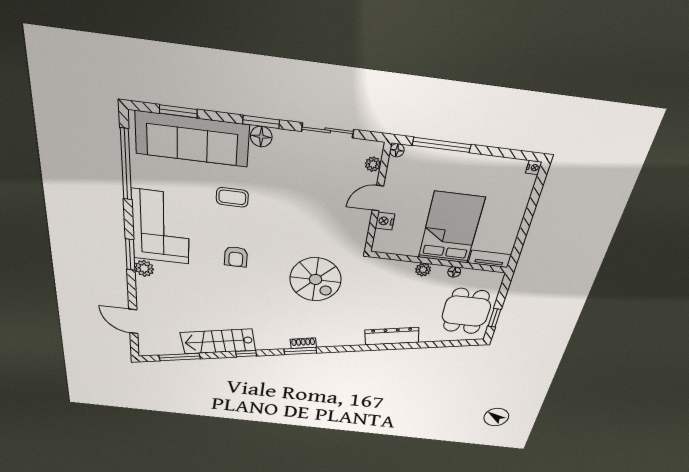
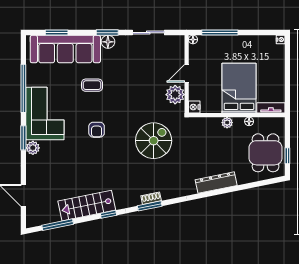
plant: (373, 164) -> (175, 95), moved, width x1.88, depth x1.88
window: (126, 165) -> (23, 88), moved
nightstand: (385, 221) -> (194, 107), moved
spiral stairs: (315, 279) -> (154, 141), turned -90

